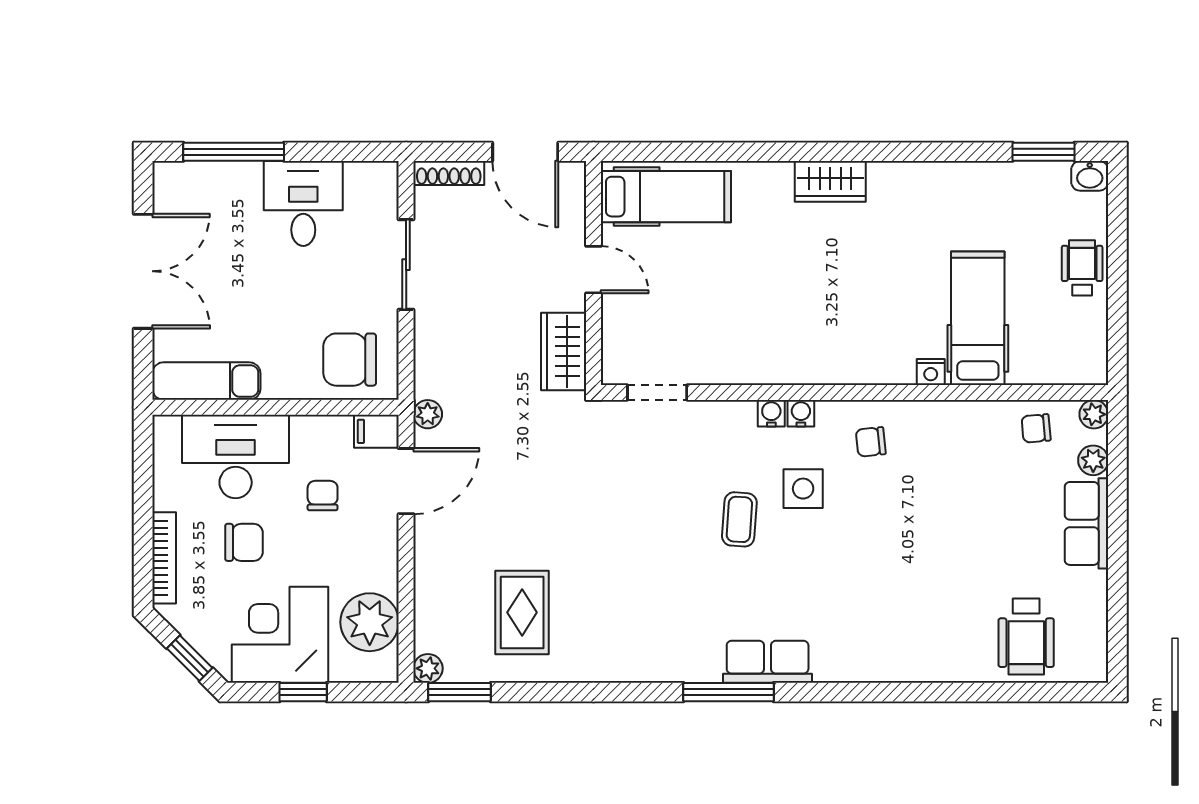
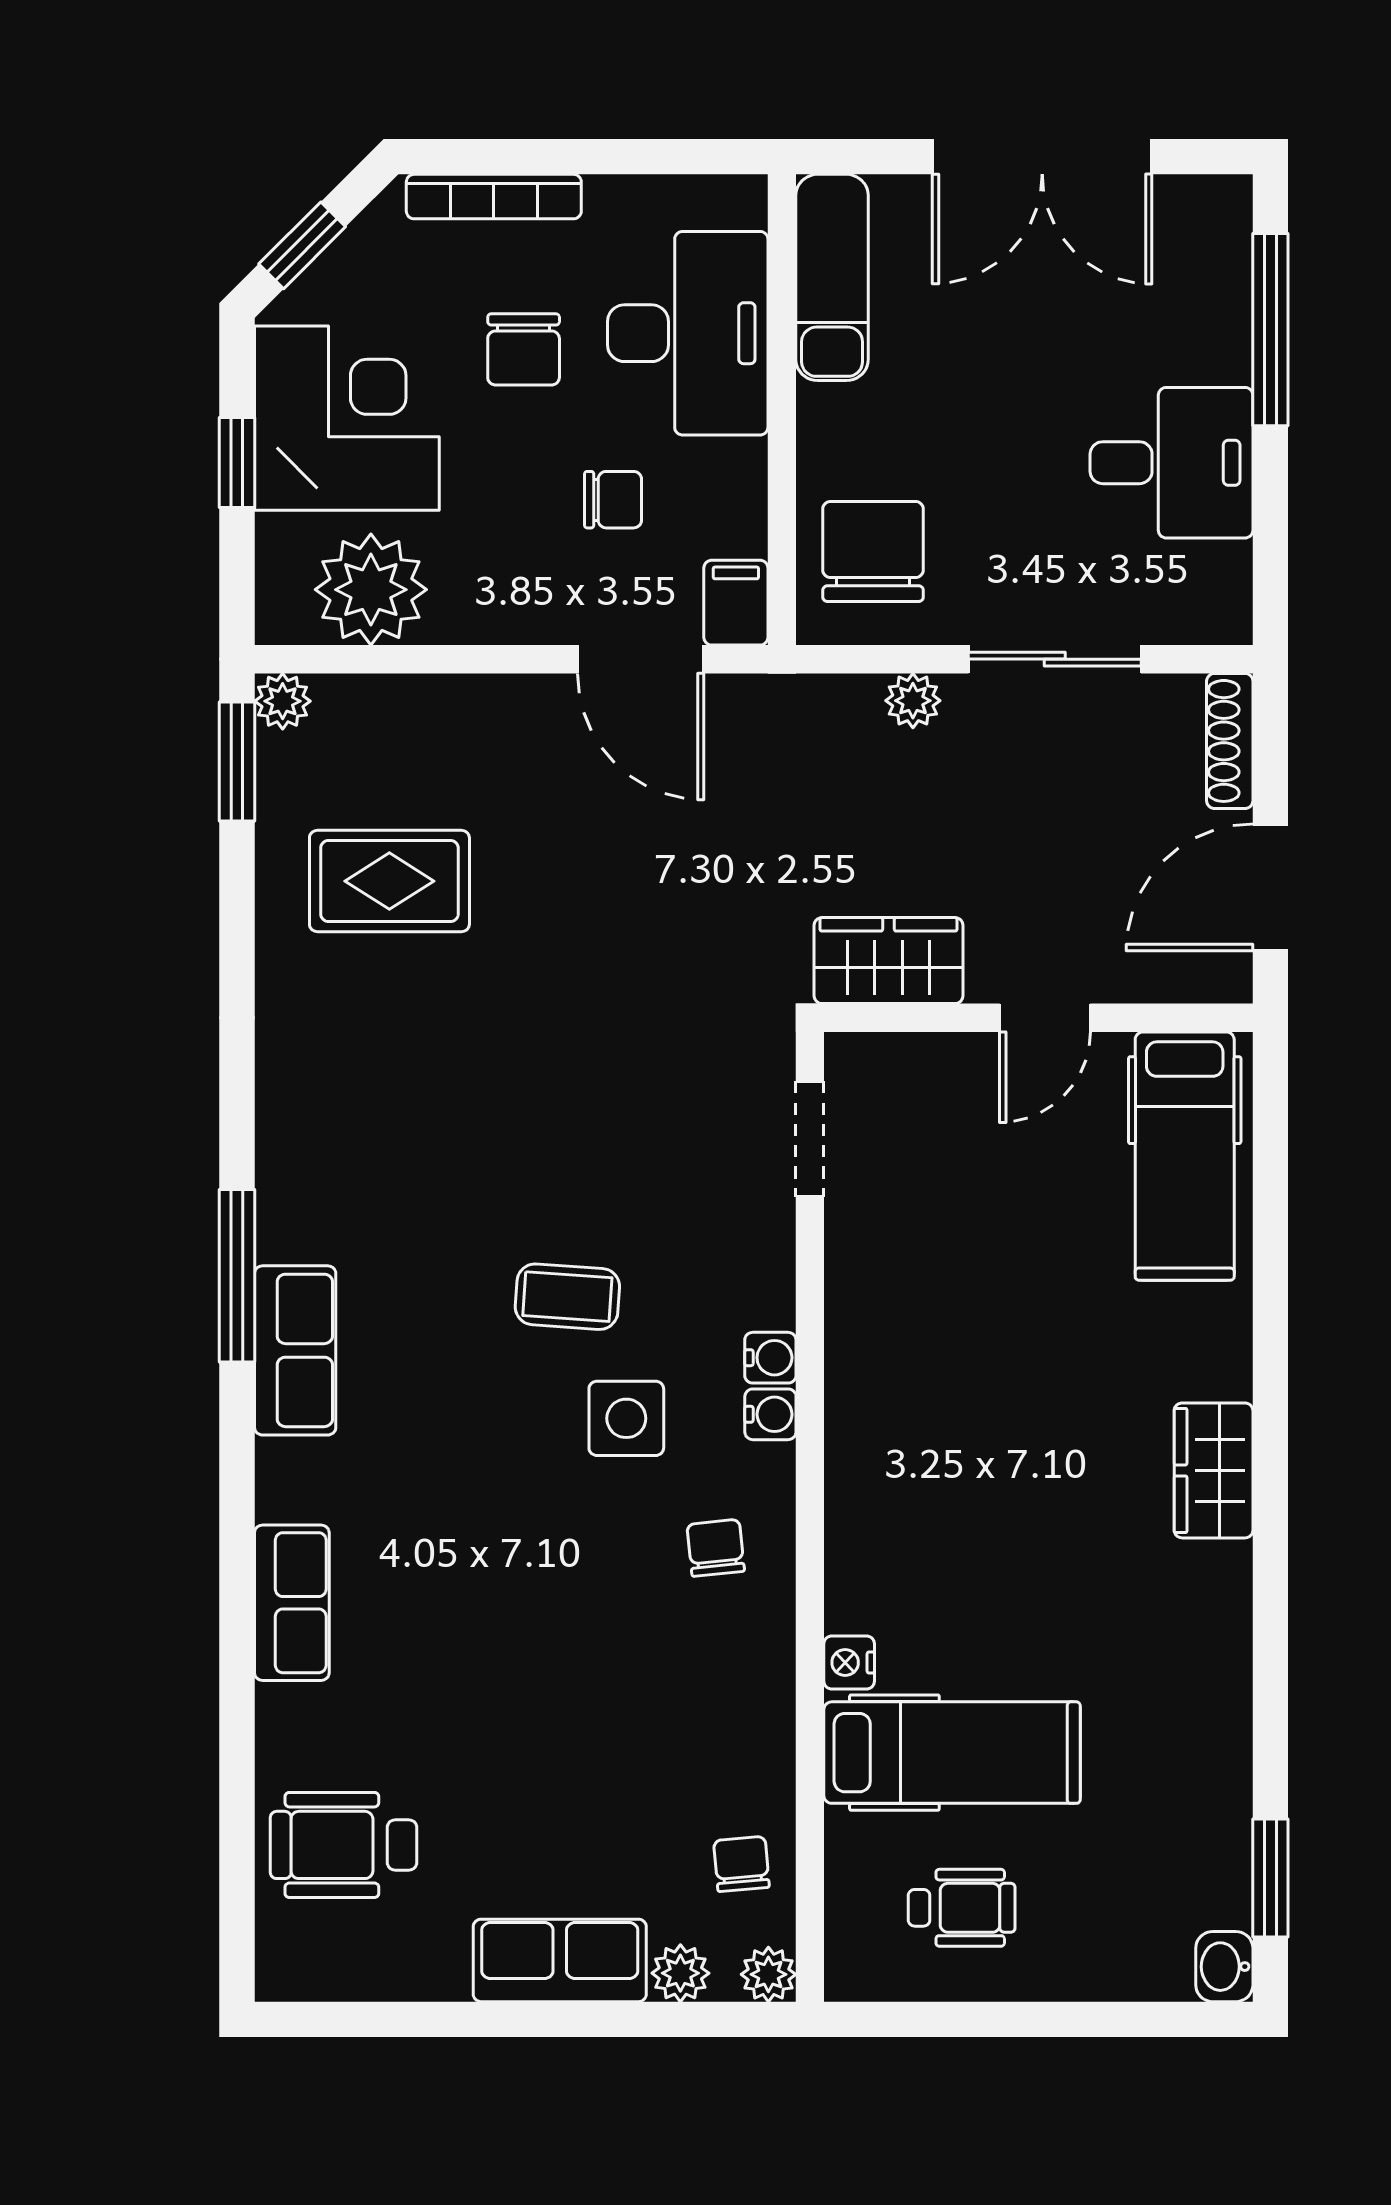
wheelchair: (1082, 268) -> (962, 1908), moved
plant: (428, 414) -> (913, 701), moved
row of seats: (899, 664) -> (292, 1603), added

